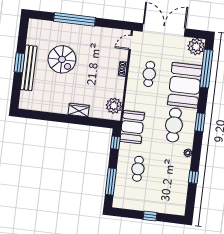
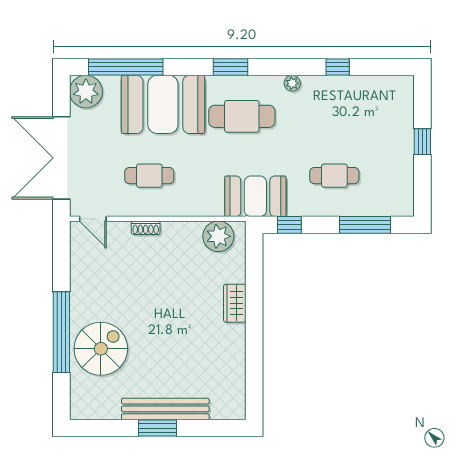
spiral stairs: (62, 59) -> (101, 349), moved

